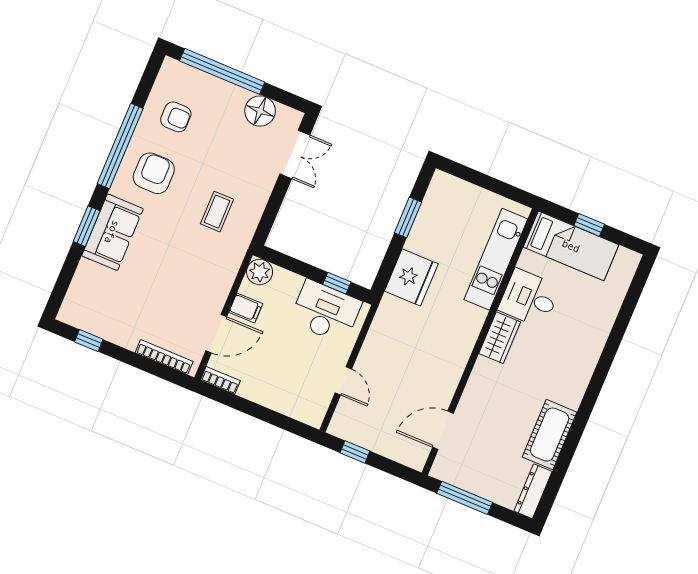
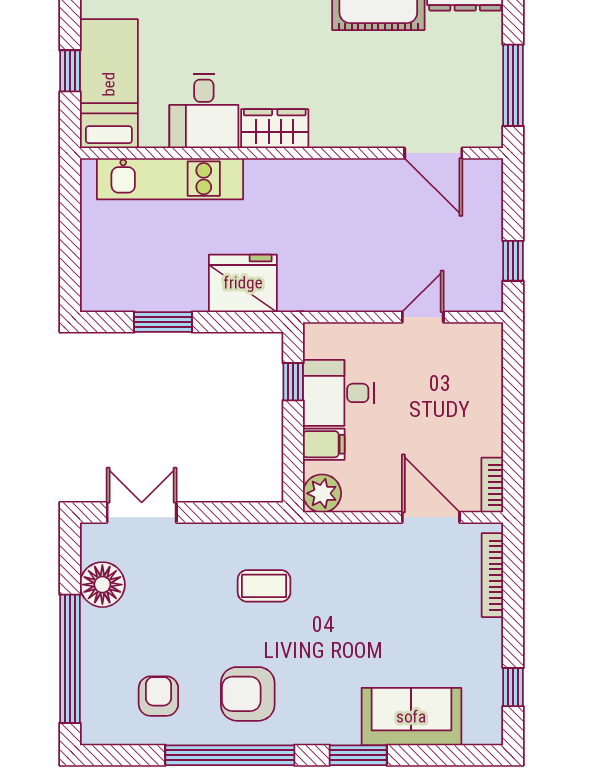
sofa: (112, 232) -> (411, 717), moved
filing cabinet: (246, 308) -> (324, 444), moved, turned 90
desk: (326, 312) -> (339, 393), width x0.73

